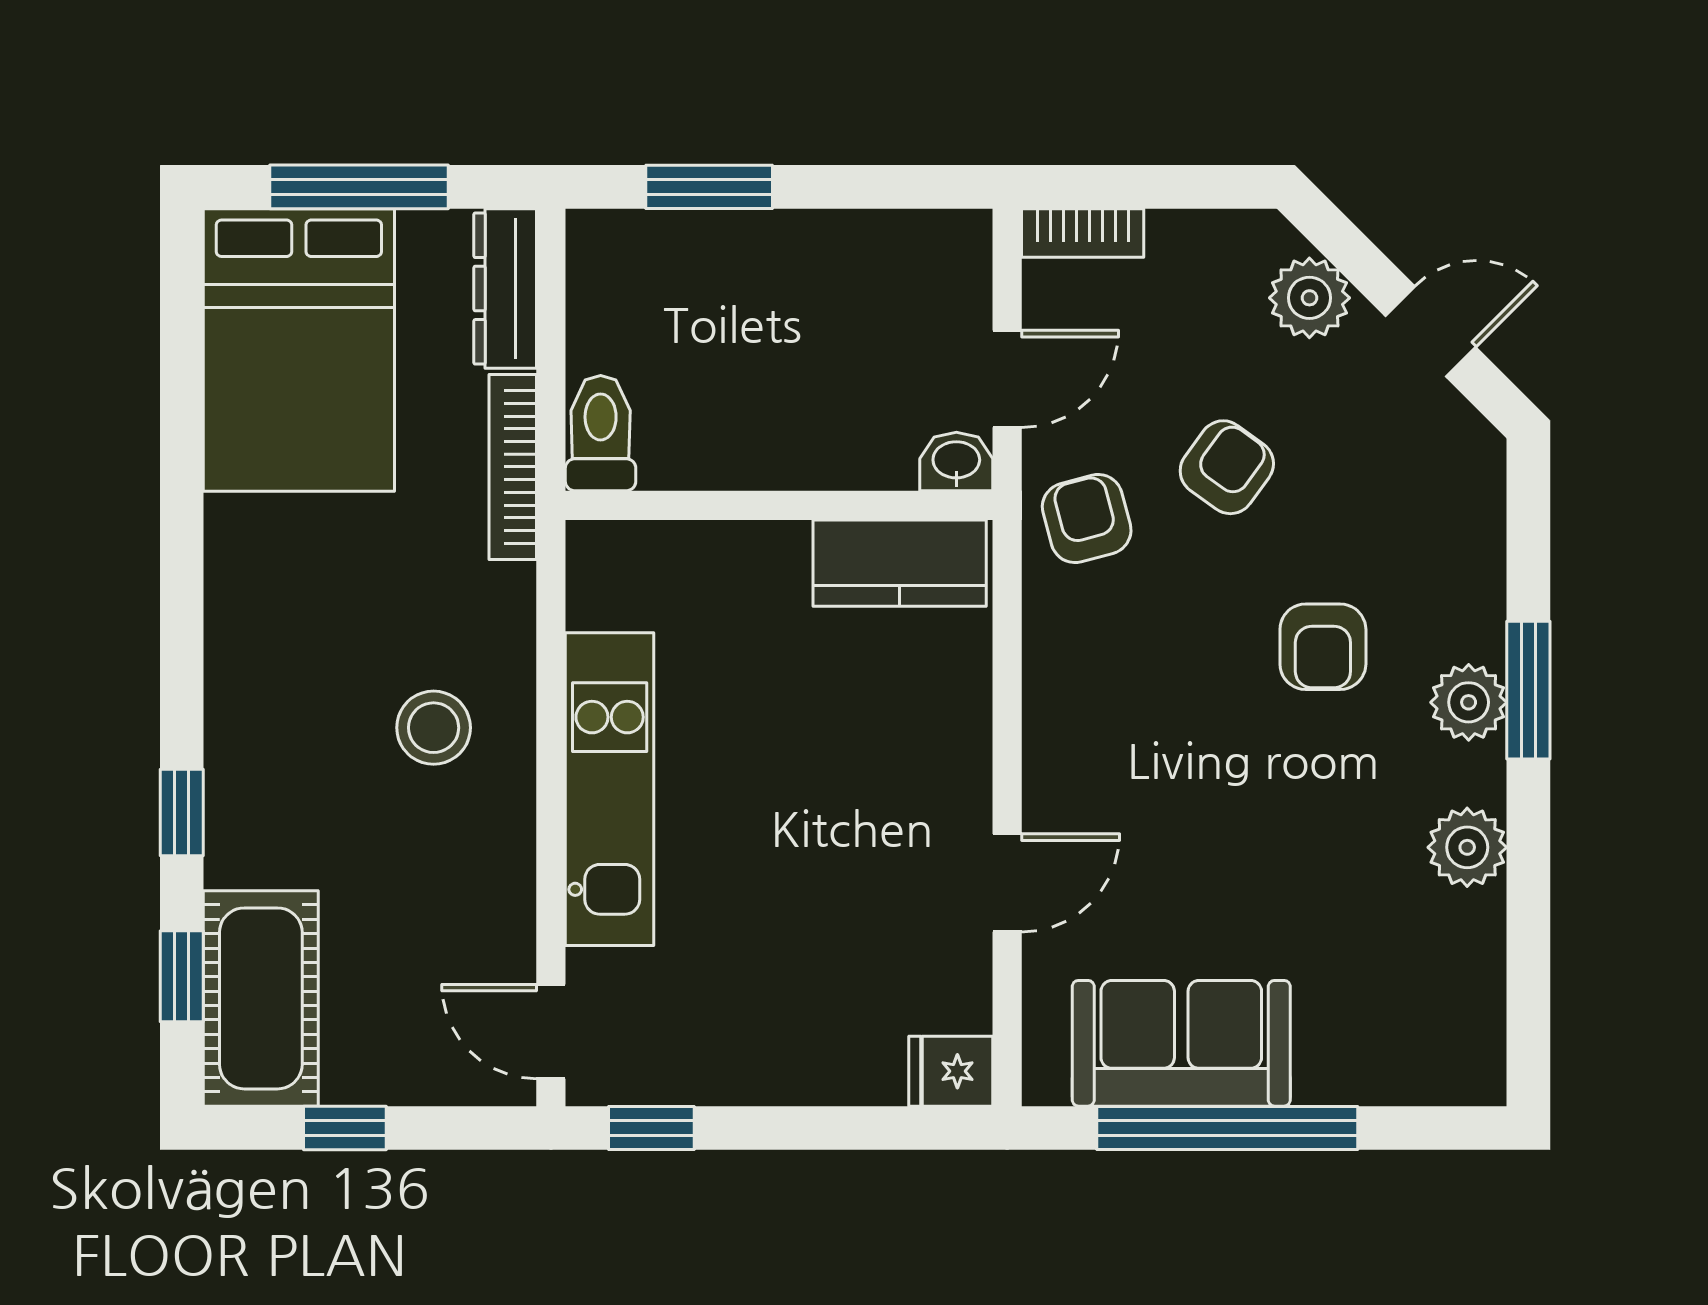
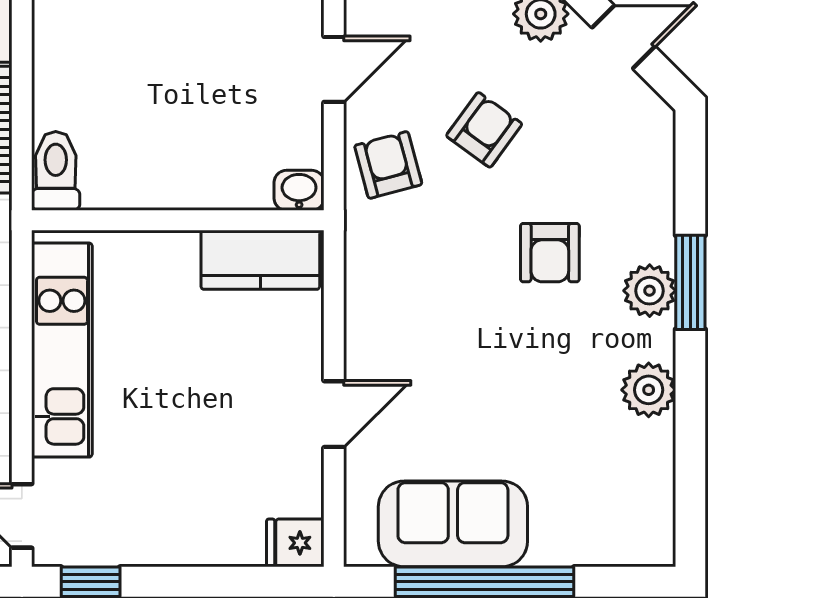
toilet: (601, 433) -> (56, 171), moved
washbasin: (956, 462) -> (299, 190), moved
wall: (779, 505) -> (178, 220), moved
kitchen counter: (900, 563) -> (260, 260), moved

